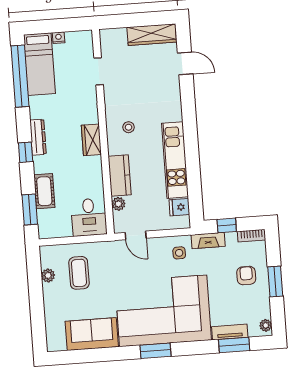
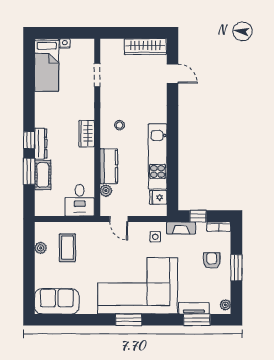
window: (20, 76) -> (29, 74), removed
dresser: (38, 137) -> (41, 144), moved
window: (30, 209) -> (29, 171), moved
sofa: (92, 334) -> (57, 301), moved

